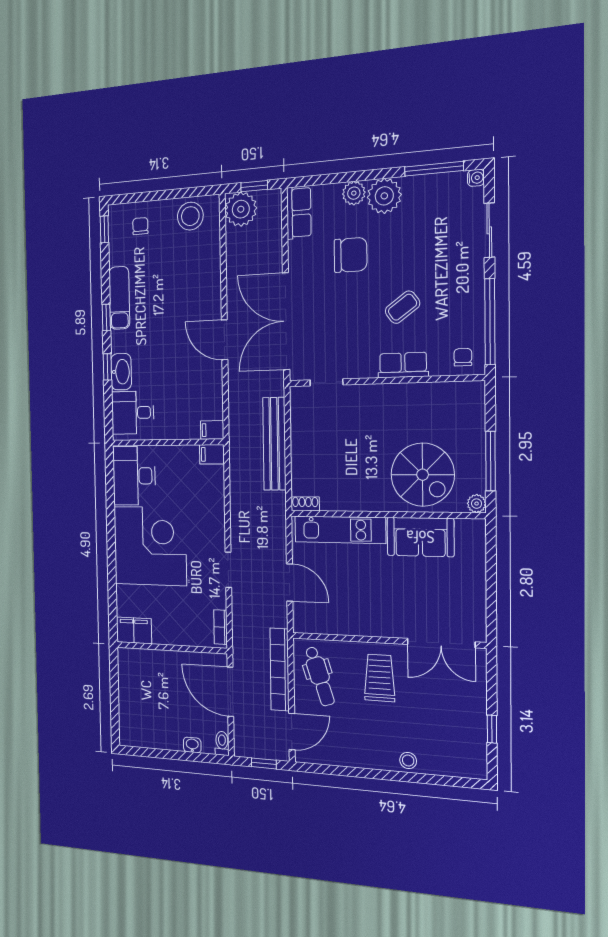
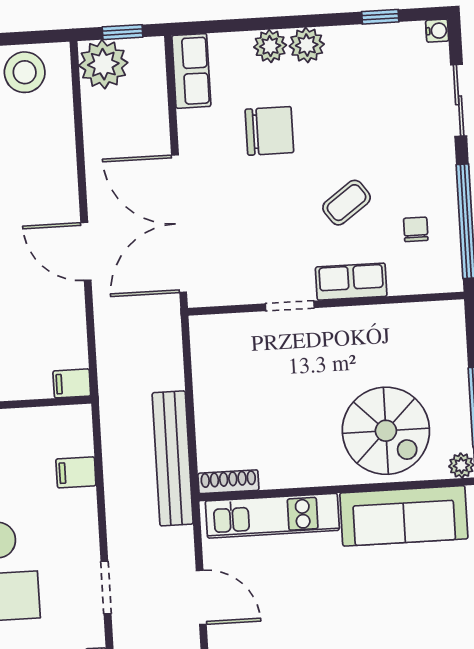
window: (434, 169) -> (380, 17), width x0.46
plant: (384, 196) -> (307, 45), width x0.73, depth x0.73
chair: (463, 357) -> (416, 229), moved
doorway: (327, 382) -> (290, 306), moved
bench: (274, 444) -> (173, 458), moved
filing cabinet: (212, 454) -> (76, 472), moved
shoe rack: (305, 504) -> (228, 482), width x1.43
sofa: (420, 537) -> (404, 516), width x1.36

